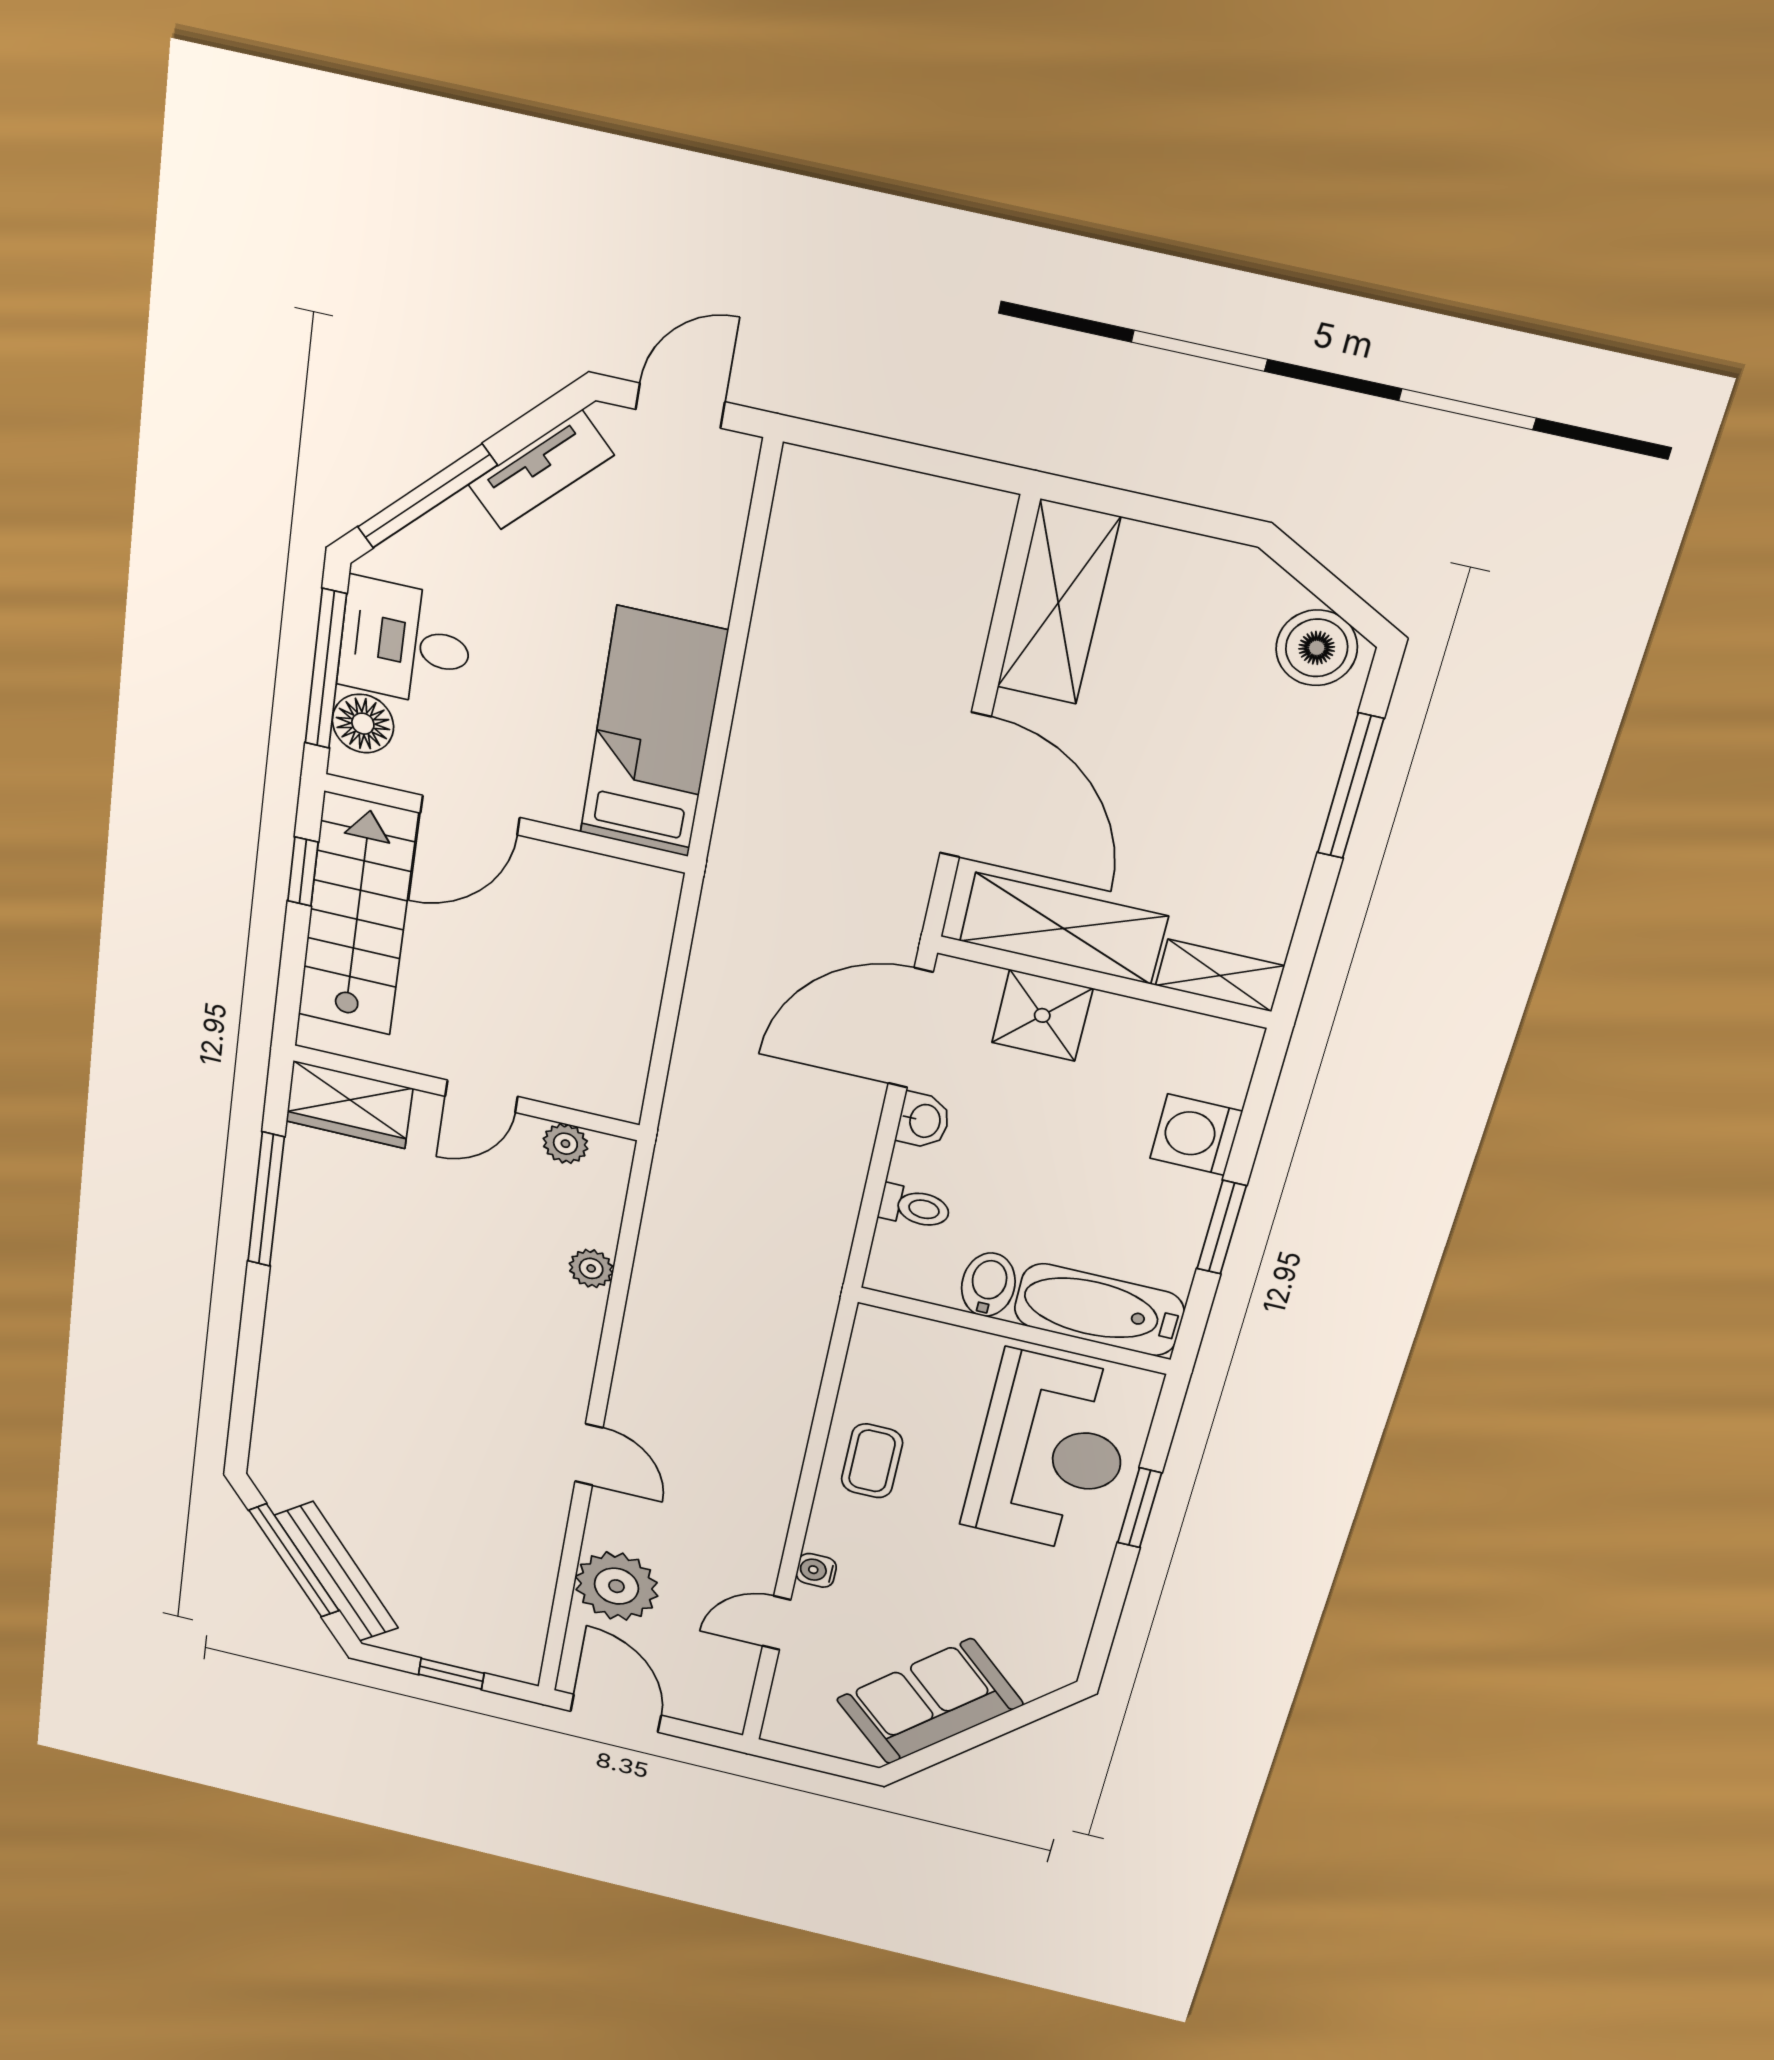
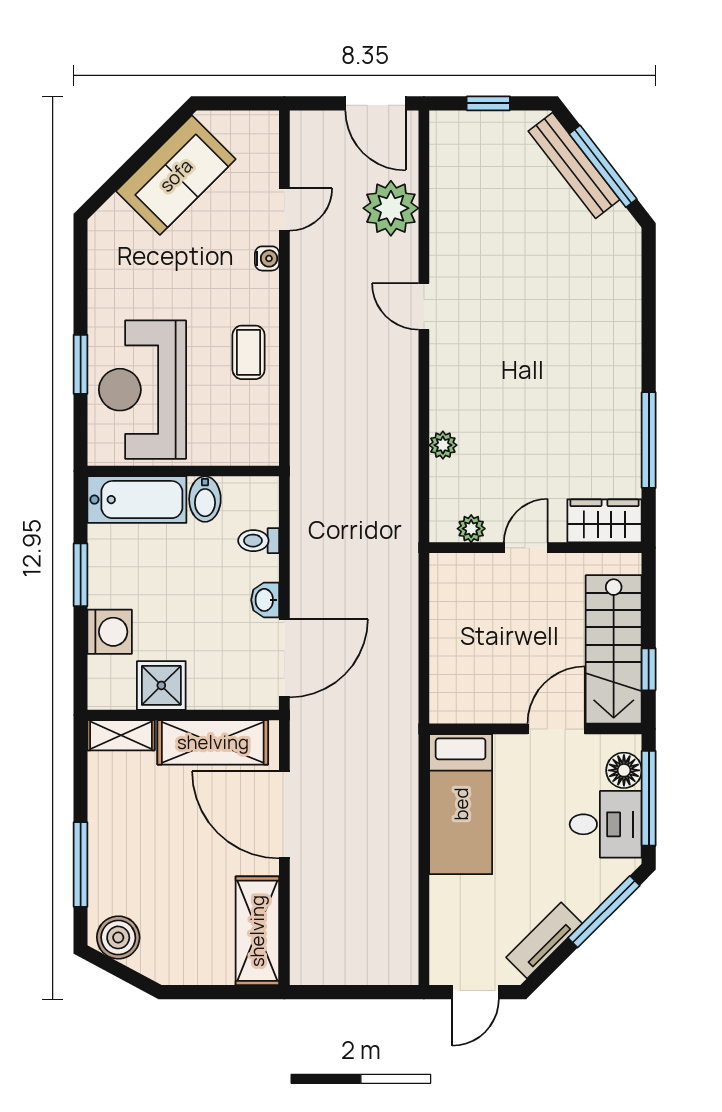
shower: (1042, 1015) -> (161, 685), moved

